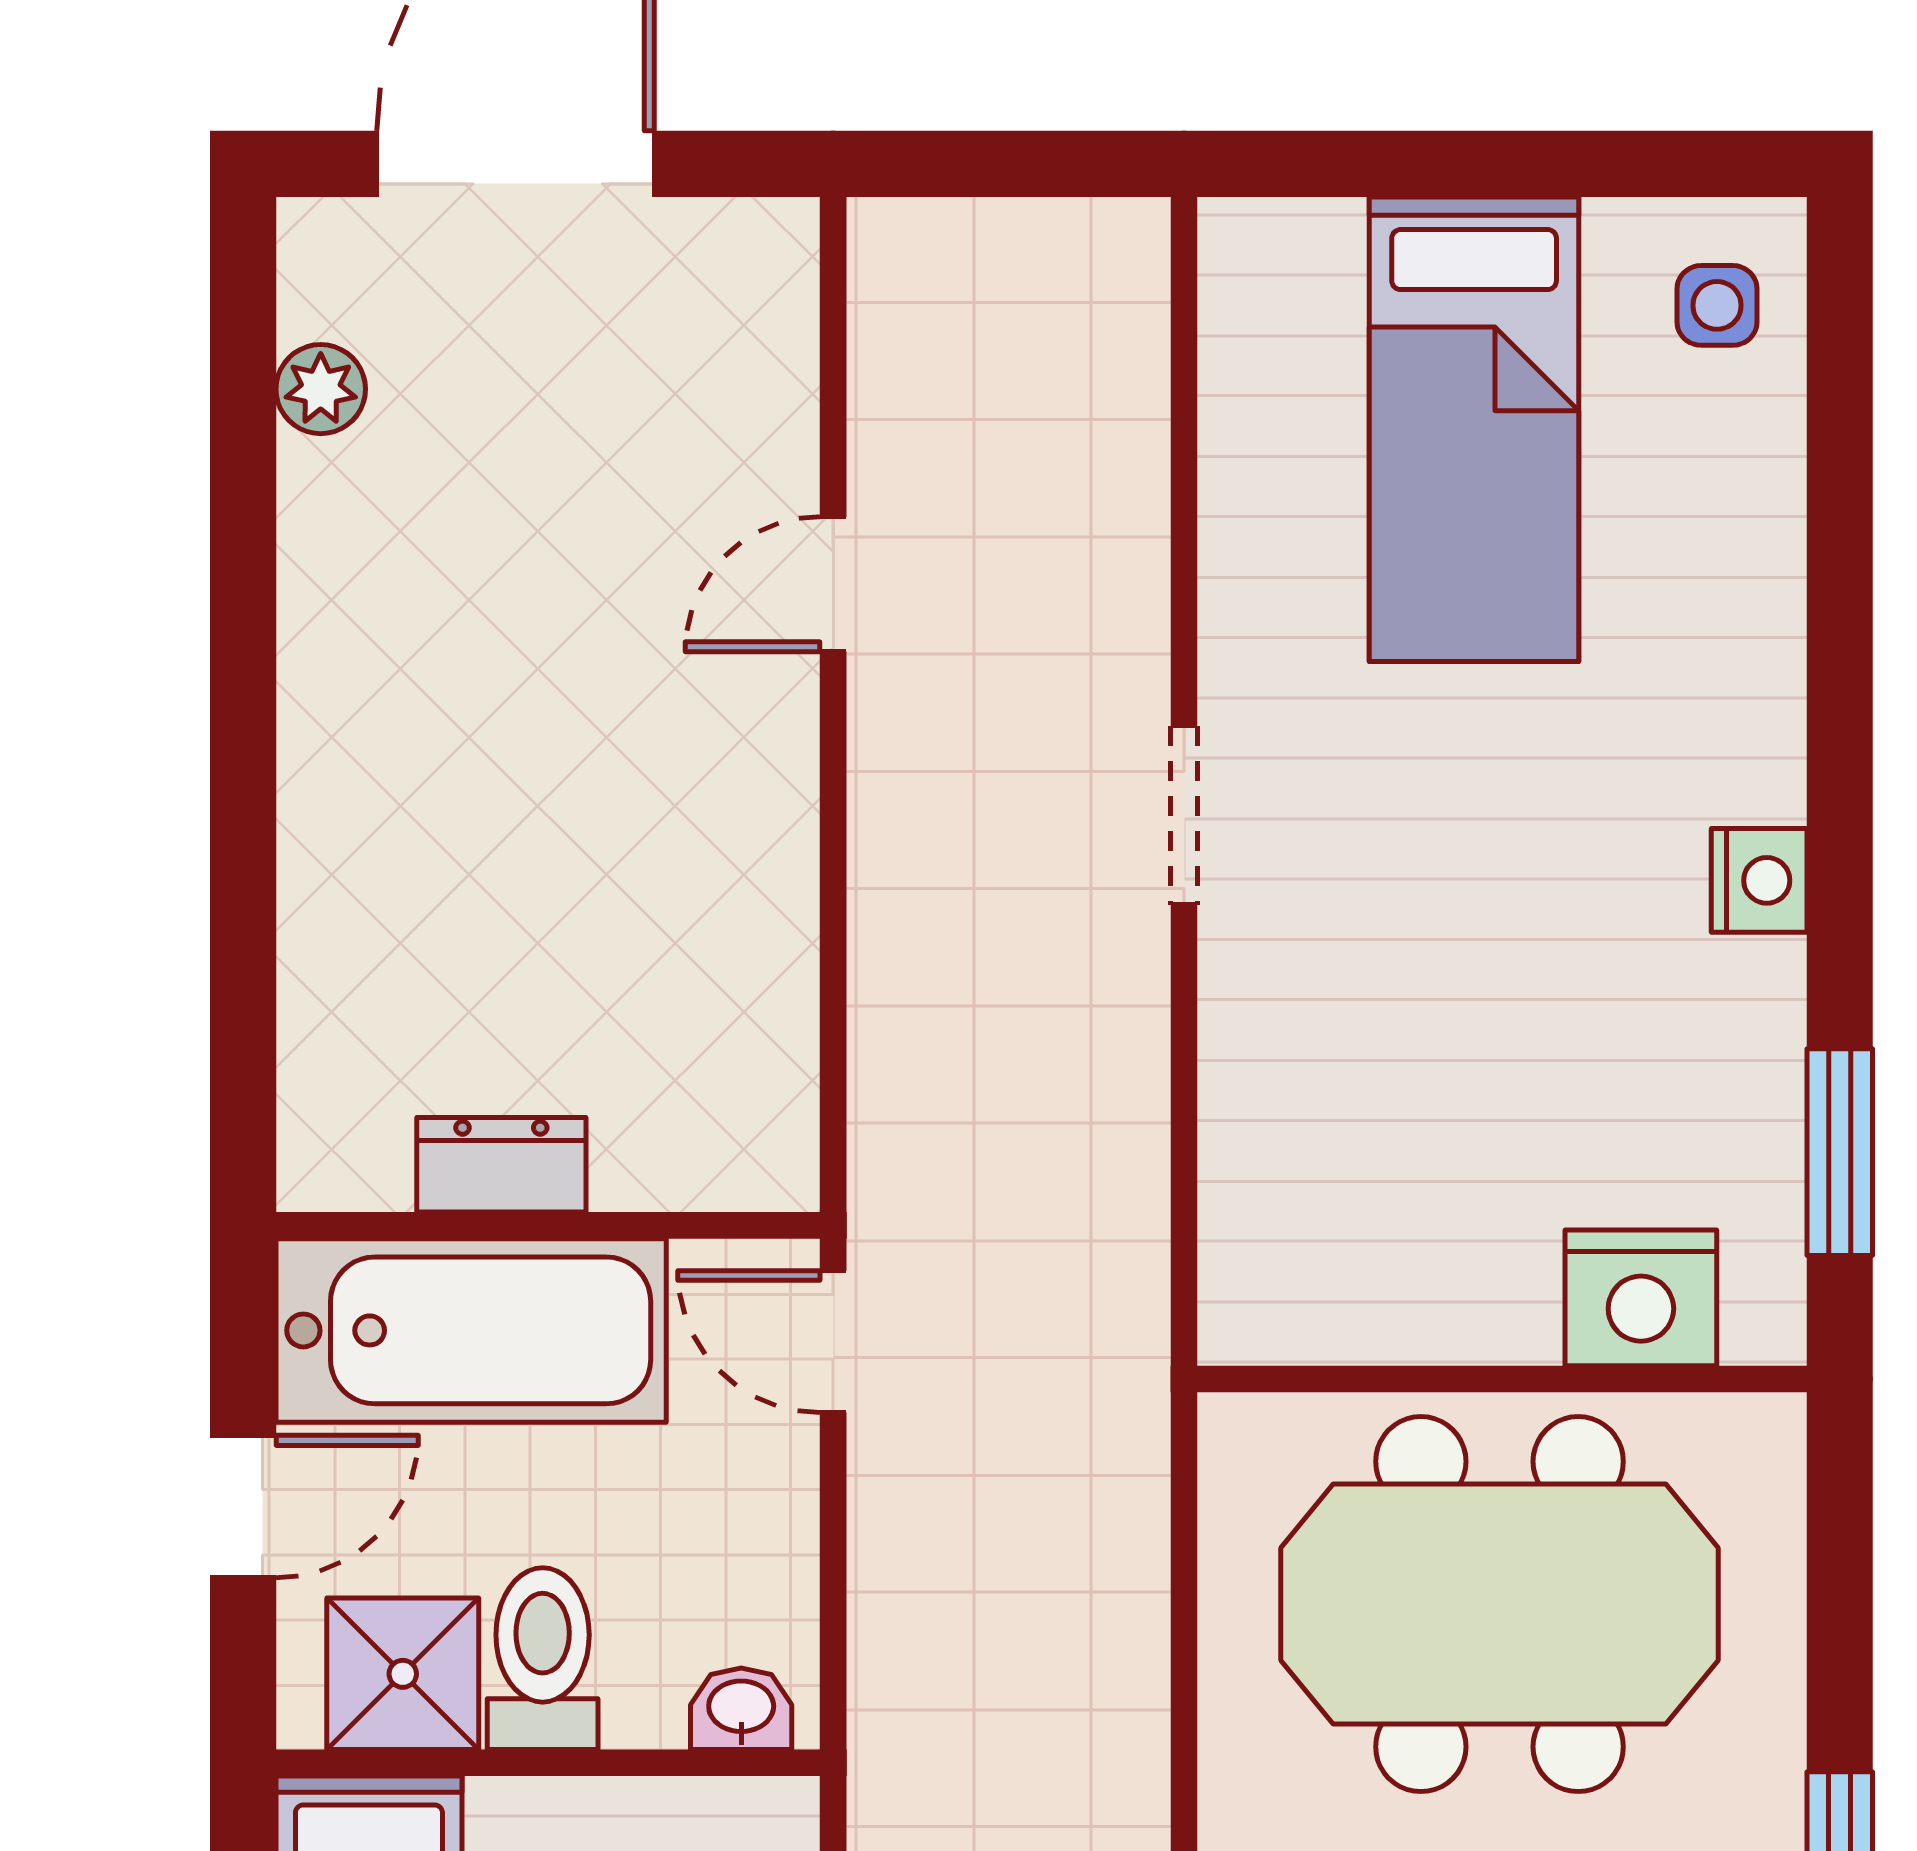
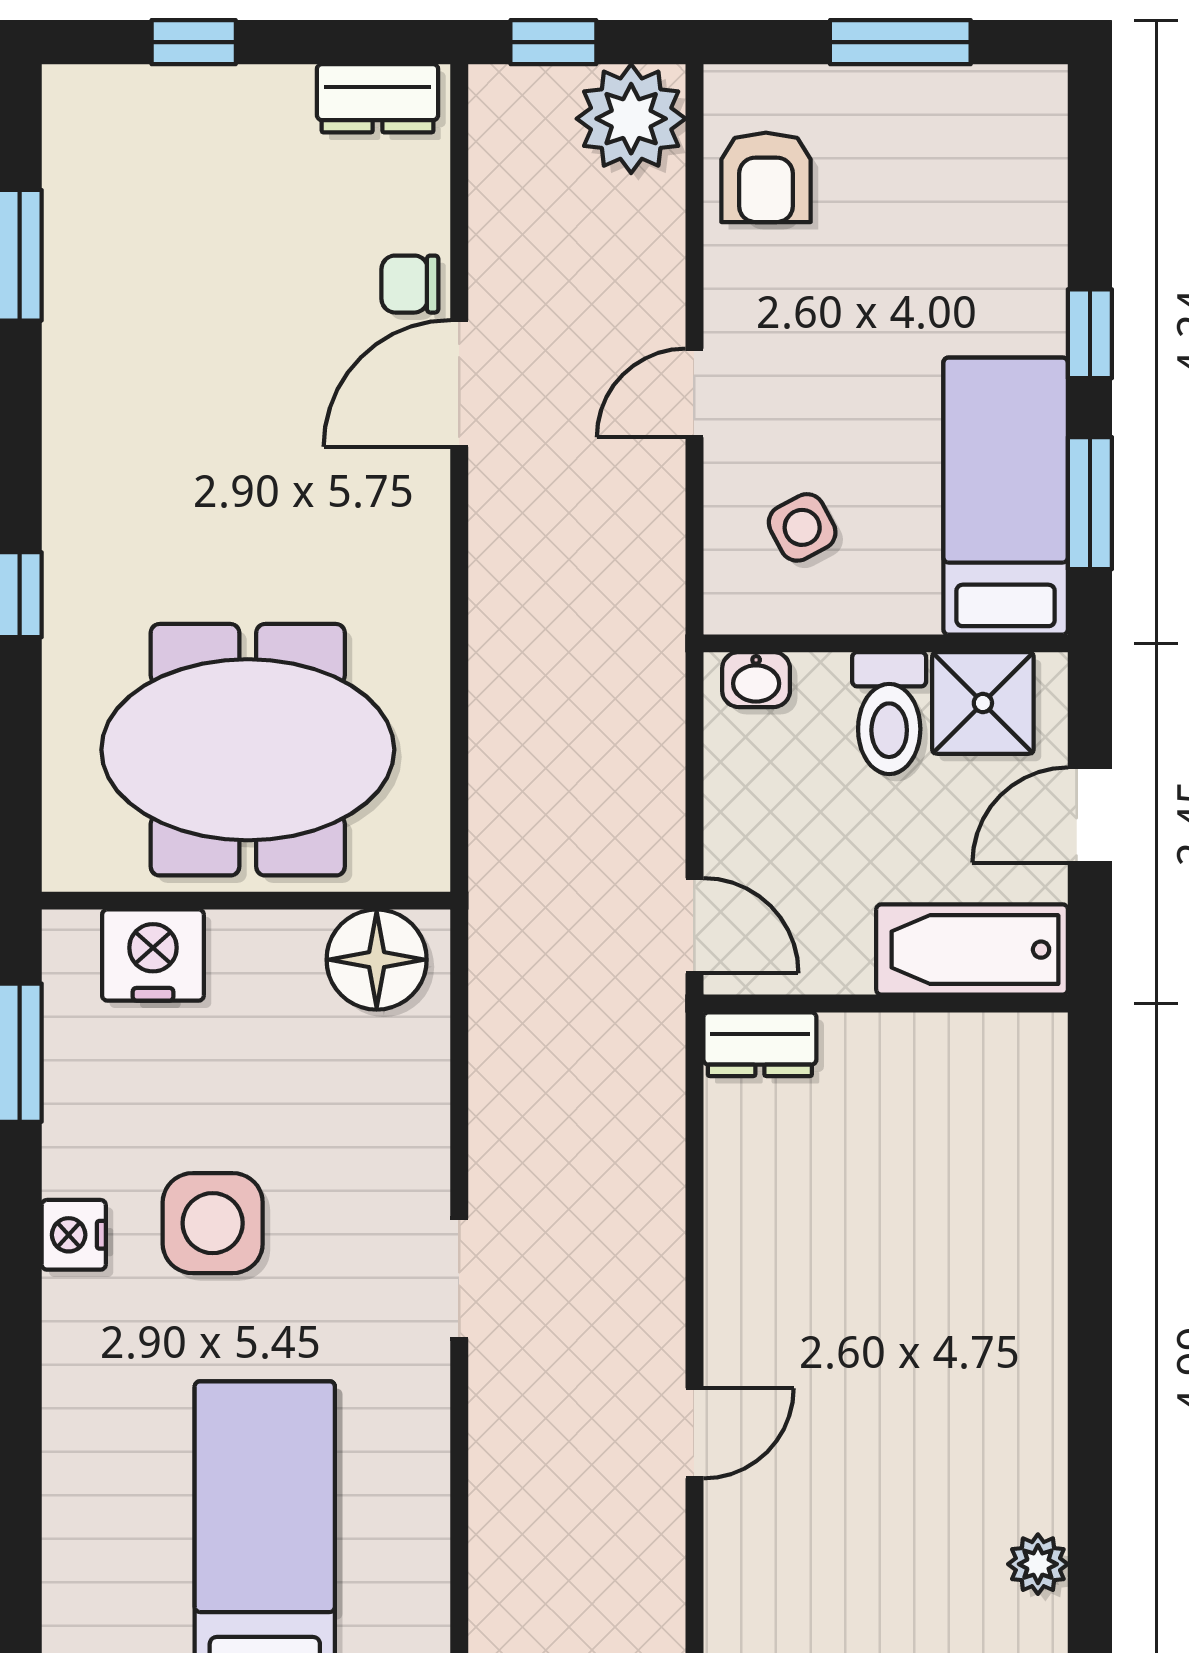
side table: (1717, 305) -> (213, 1223), moved, width x1.87, depth x1.87
dresser: (501, 1165) -> (760, 1044), moved
floor lamp: (1307, 1291) -> (377, 960), added
bathtub: (471, 1330) -> (972, 950), width x0.73, depth x0.73

